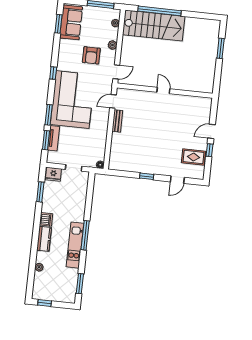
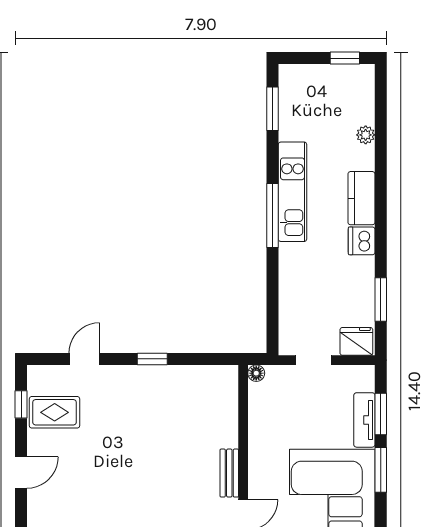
window: (210, 150) -> (21, 404), moved

